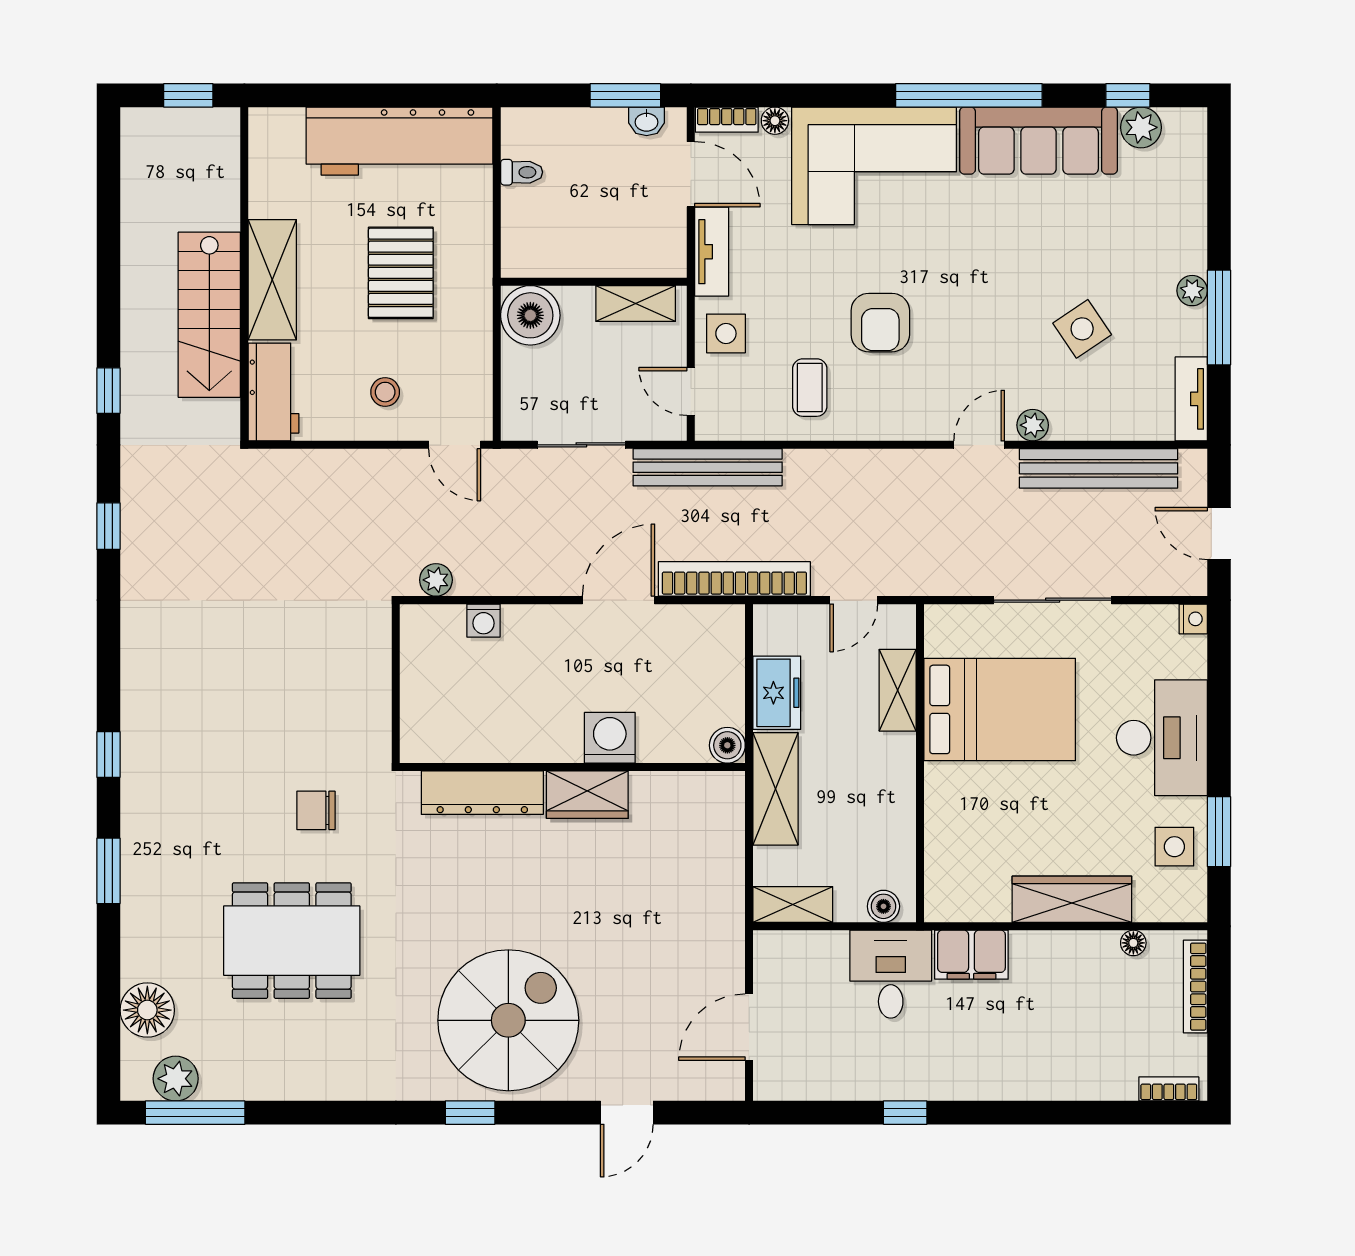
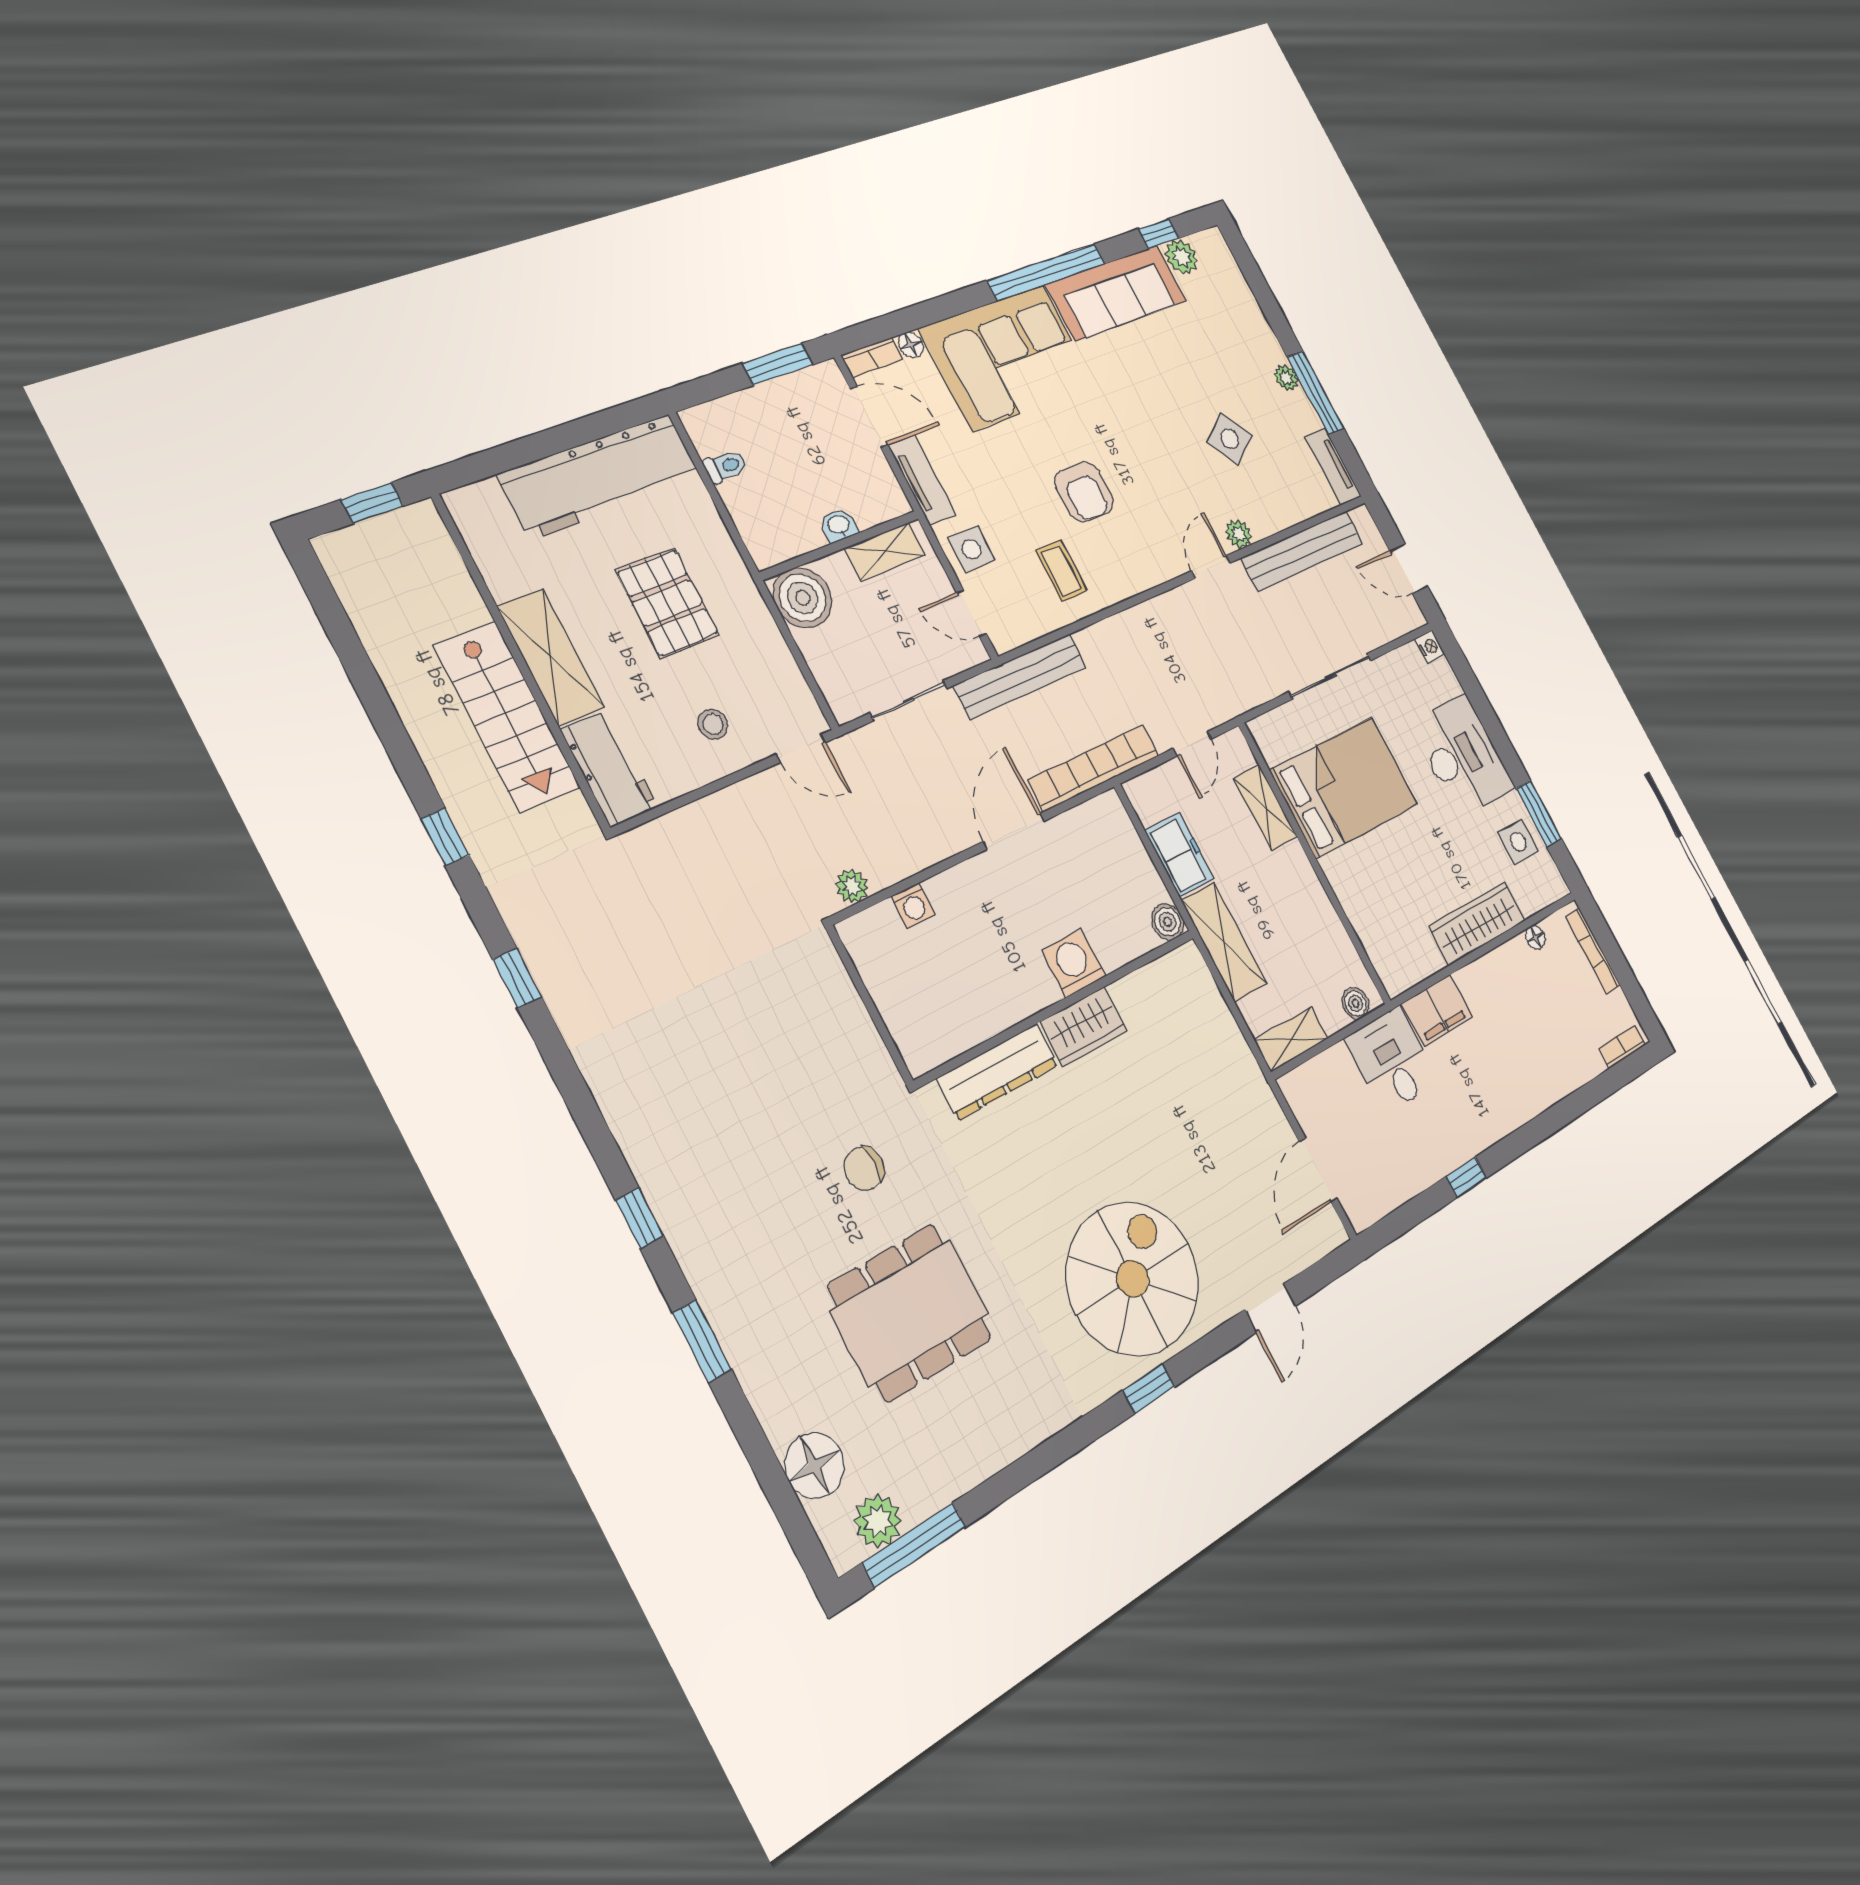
washbasin: (647, 121) -> (839, 525), moved, turned 180

